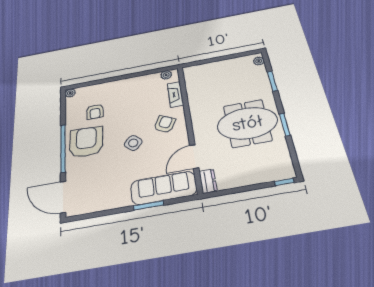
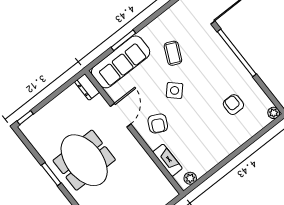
meeting table: (247, 123) -> (84, 160), turned 90
armchair: (86, 142) -> (219, 70), removed
door: (194, 157) -> (121, 115), moved
coffee table: (113, 173) -> (173, 53), added

